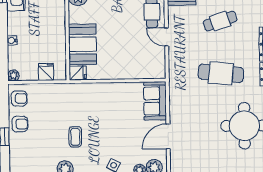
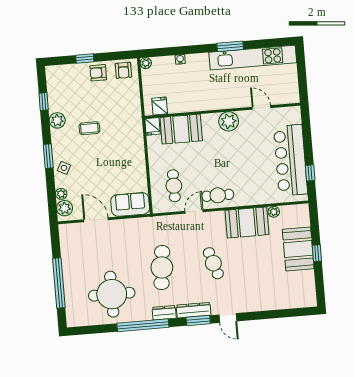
cafe table: (139, 56) -> (174, 186), added
fridge: (46, 72) -> (160, 106), moved, turned -90
armchair: (20, 124) -> (98, 73), turned 90

